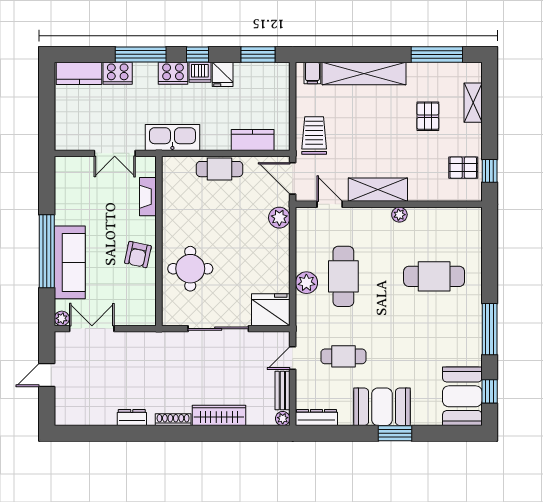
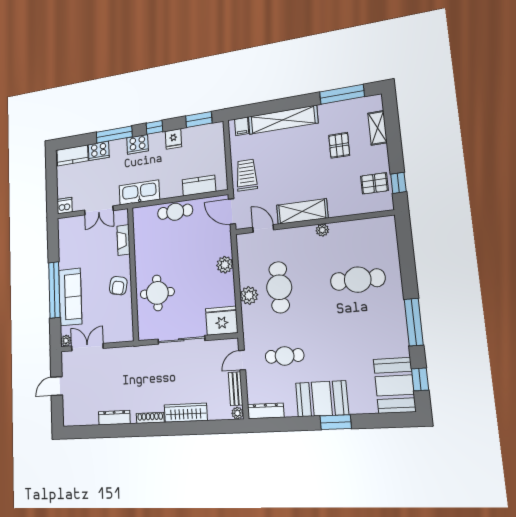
dishwasher: (200, 72) -> (65, 206), moved, turned 180
plant: (279, 218) -> (225, 265), moved
dresser: (132, 418) -> (114, 418), width x1.44

